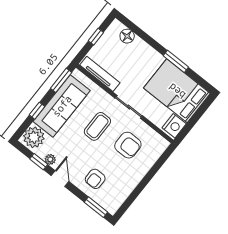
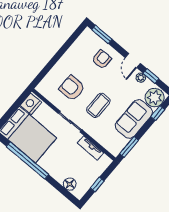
window: (176, 61) -> (27, 160), width x2.11
tv unit: (100, 74) -> (91, 148), width x0.71
sofa: (62, 106) -> (134, 119), width x0.73
window: (37, 111) -> (158, 113), moved

